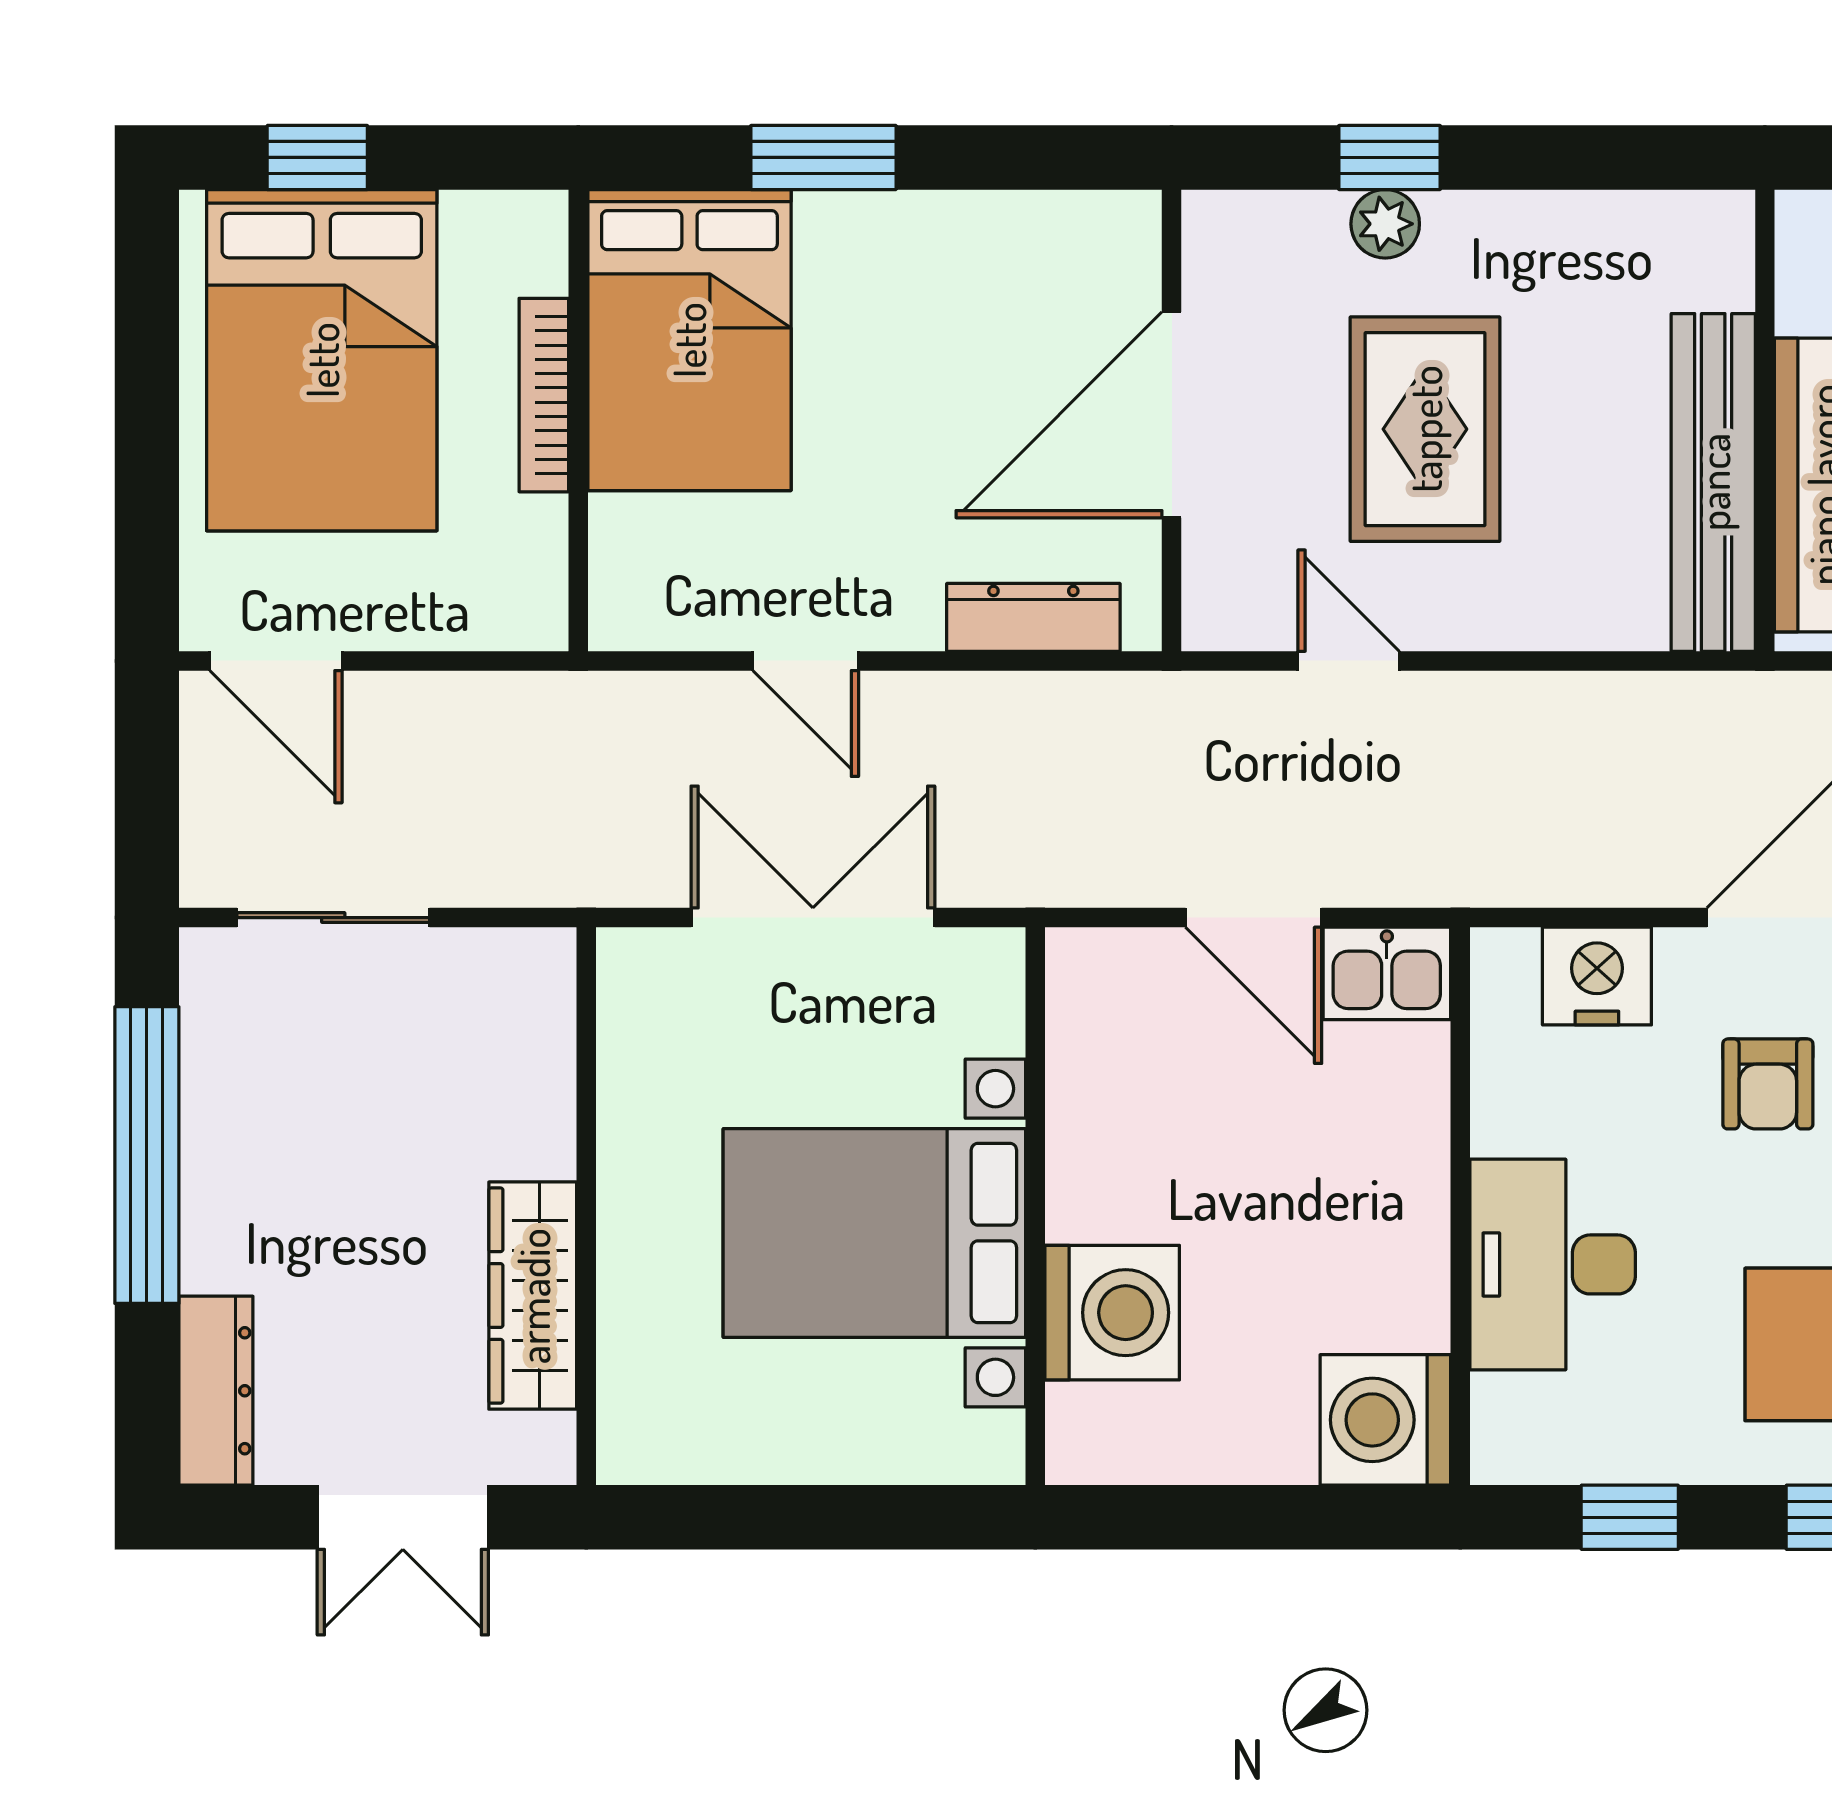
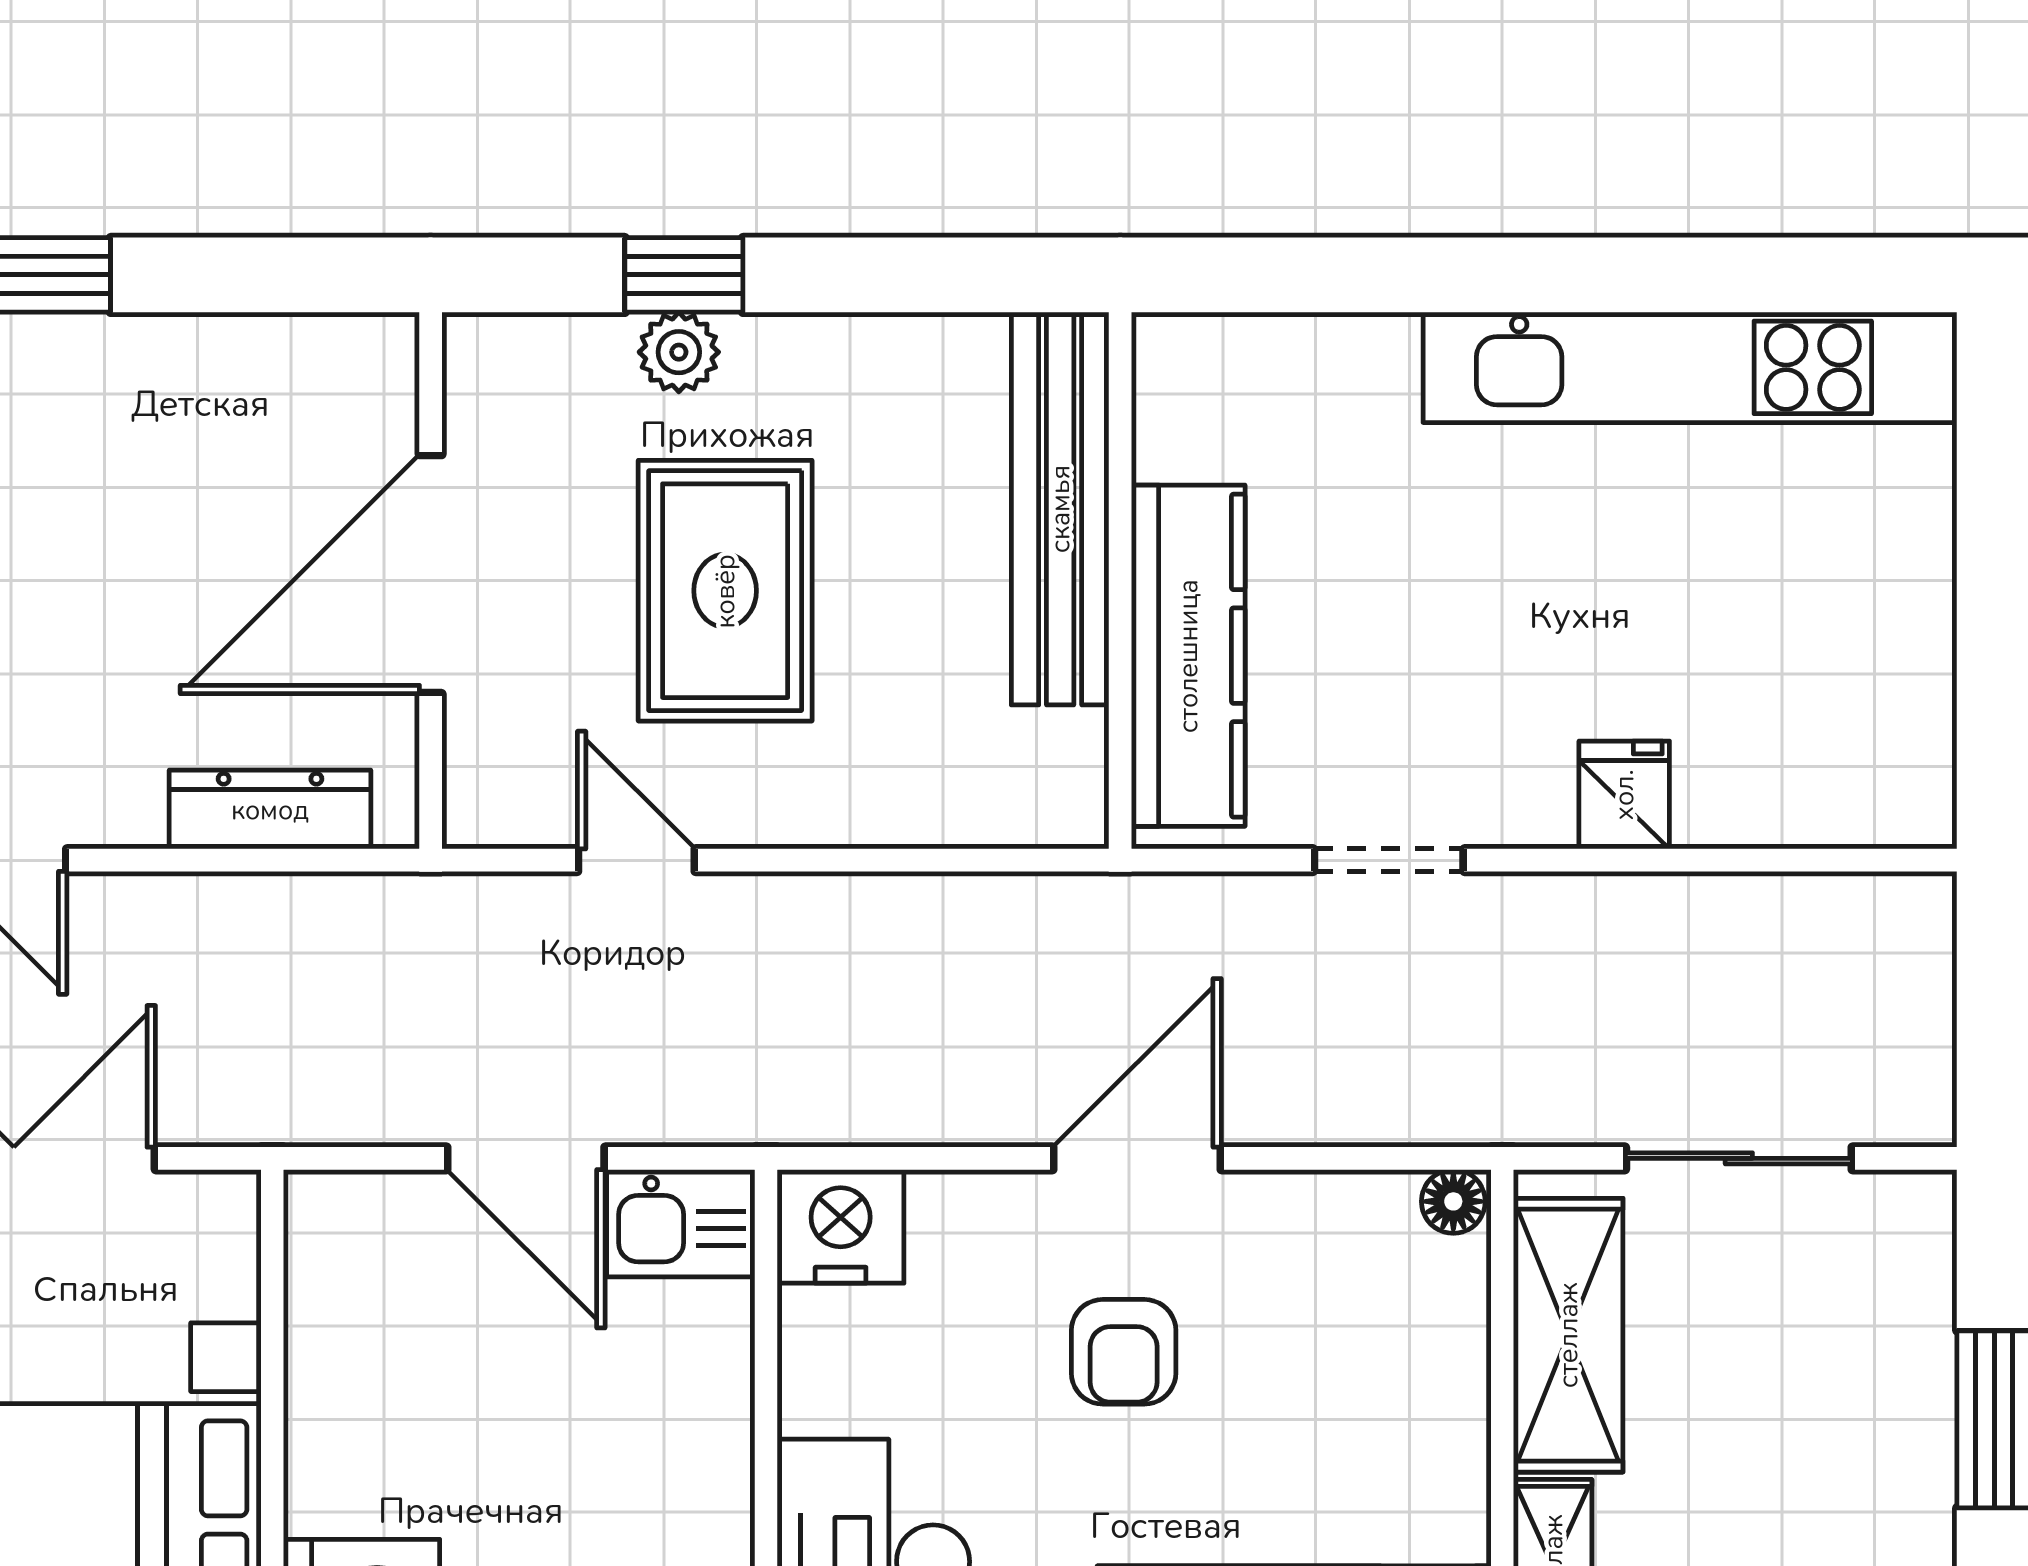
bench: (1713, 482) -> (1060, 509), moved
nightstand: (1597, 976) -> (841, 1226), moved

